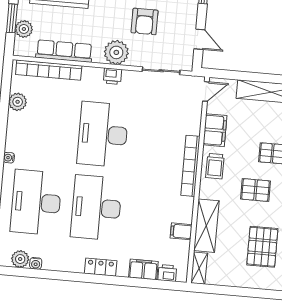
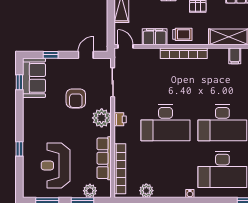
armchair: (145, 21) -> (76, 98), turned 90

